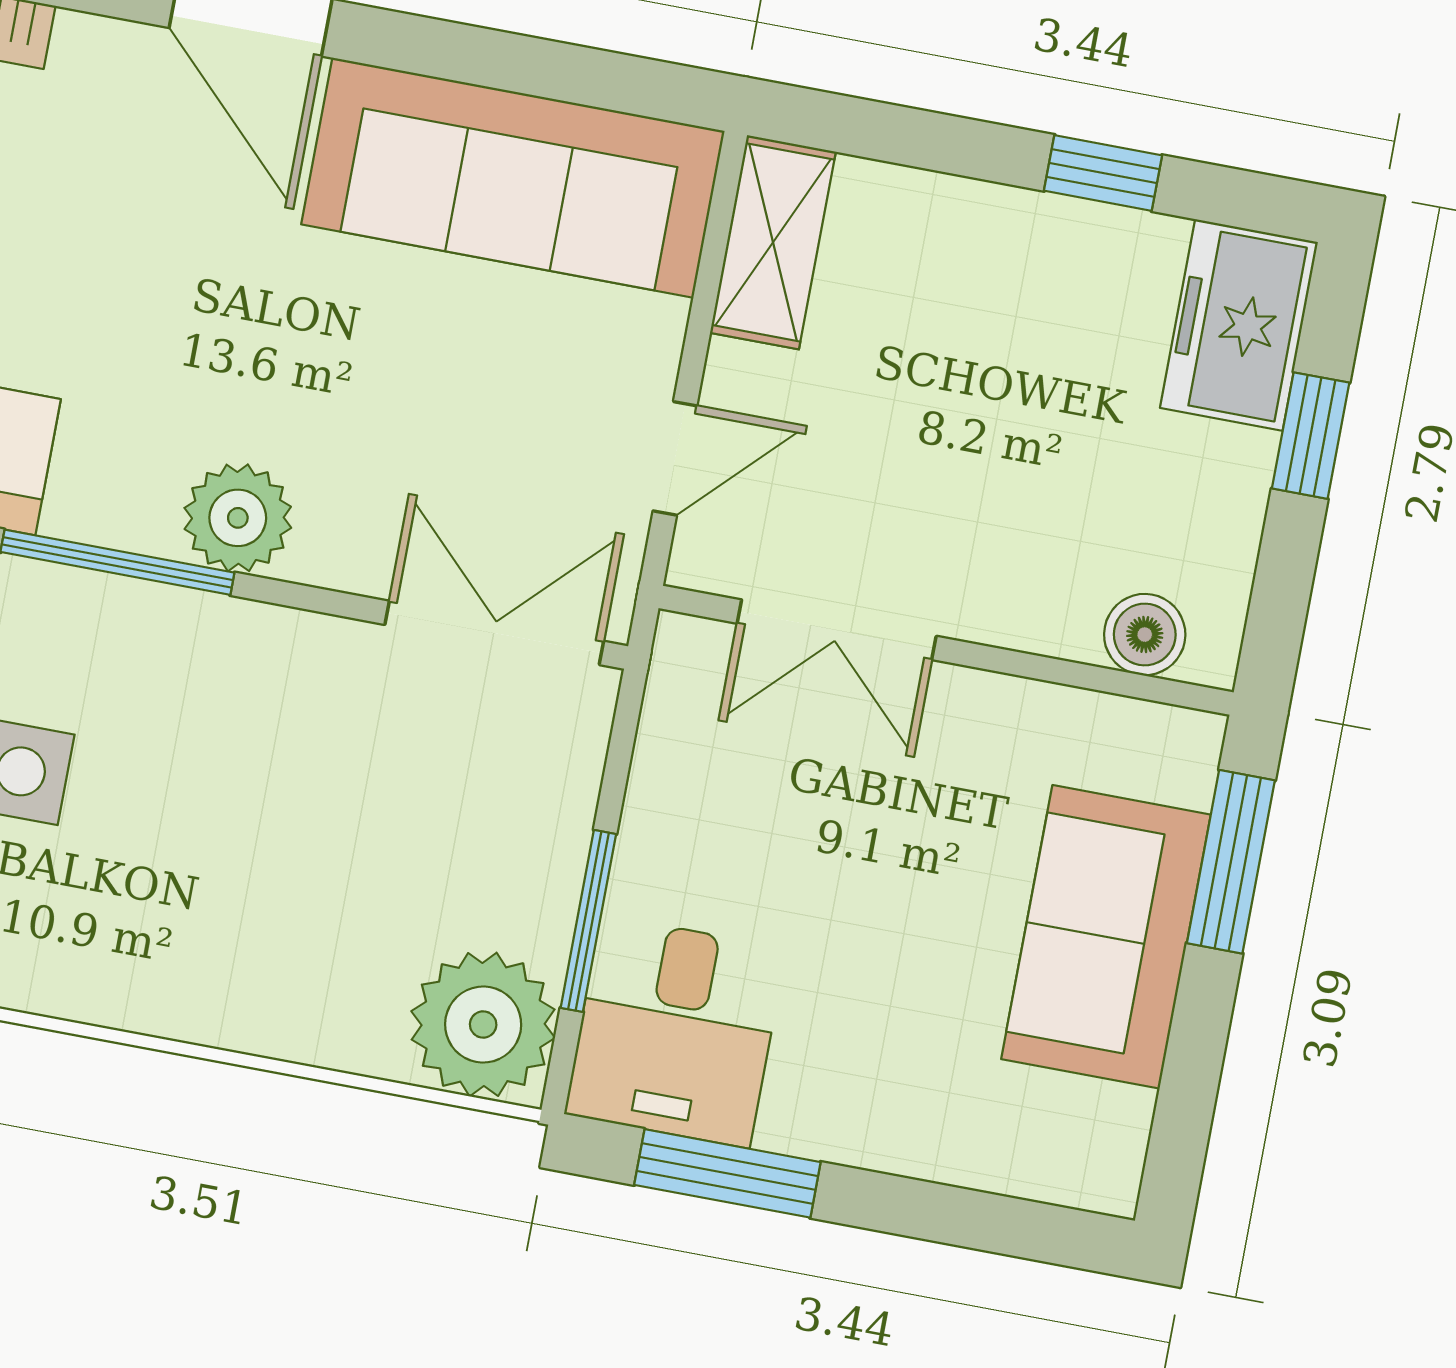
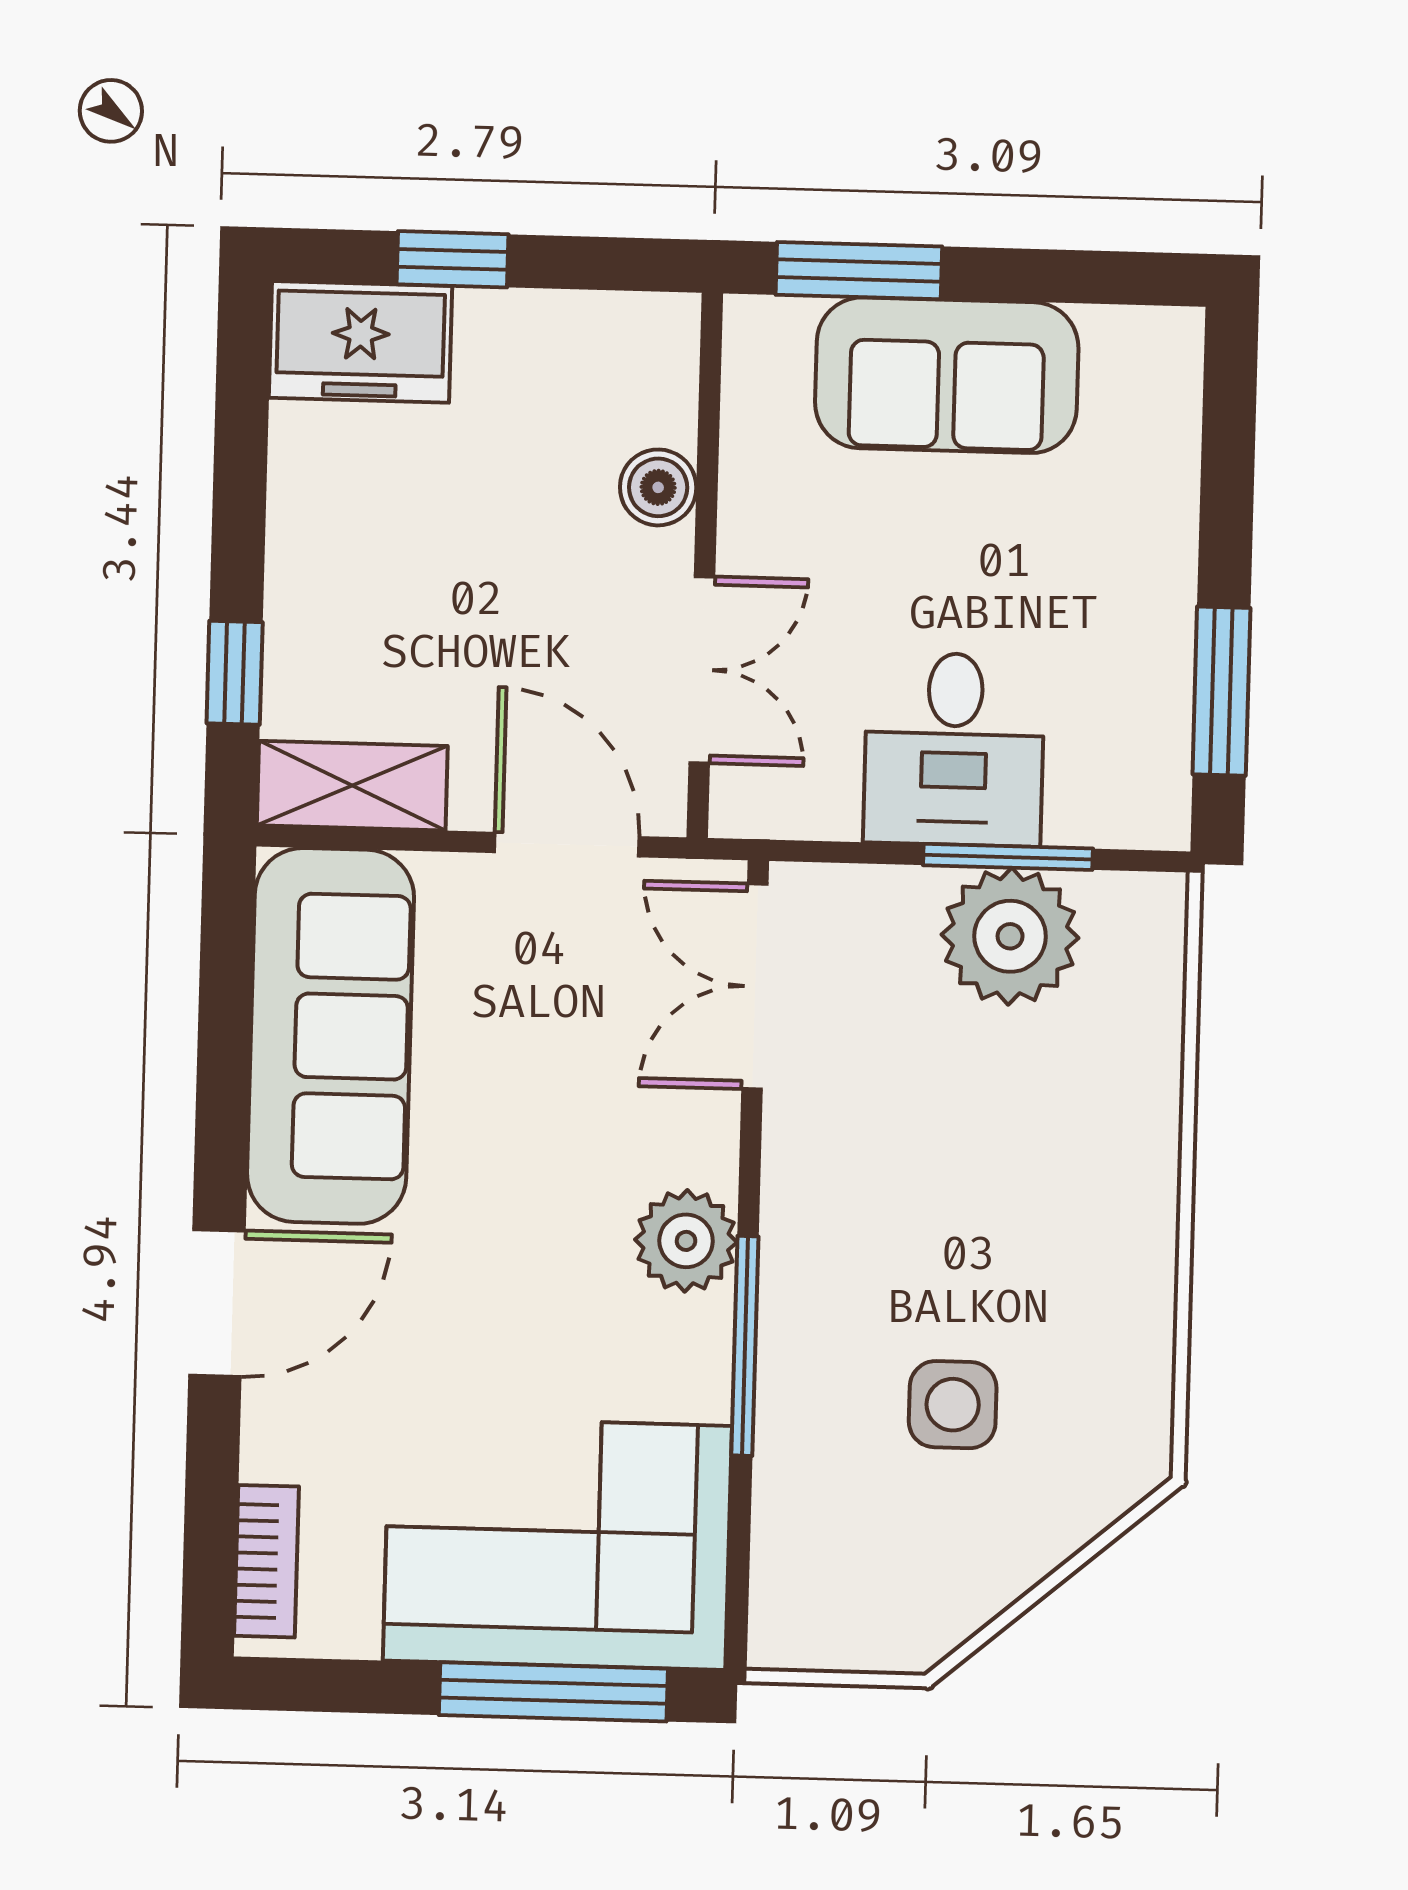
window: (1103, 173) -> (235, 673), moved
door: (675, 458) -> (567, 845), width x1.38
boiler: (1145, 635) -> (658, 487), moved
plant: (483, 1025) -> (1010, 936), moved
desk: (675, 1031) -> (954, 749), moved, turned 90

